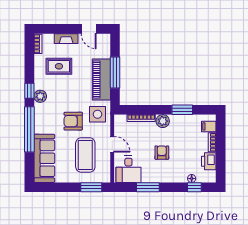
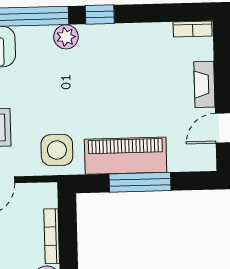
rug: (59, 66) -> (149, 72), removed
plant: (40, 96) -> (66, 37), moved
armchair: (73, 121) -> (42, 102), removed

